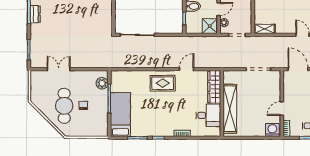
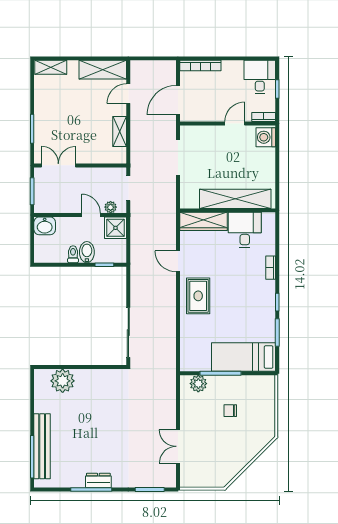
shelving: (265, 29) -> (120, 132), moved
cafe table: (64, 106) -> (231, 438), removed
door: (282, 109) -> (235, 124), swing flipped

